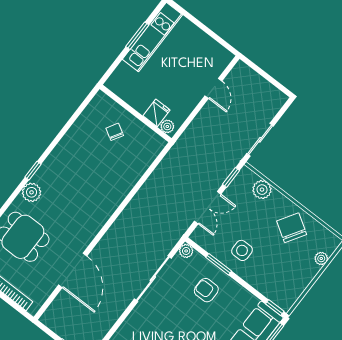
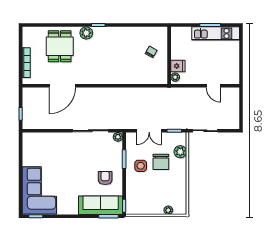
door: (213, 88) -> (213, 86), hinge flipped
chair: (292, 228) -> (161, 162), moved, turned 148
armchair: (206, 290) -> (105, 178), moved

